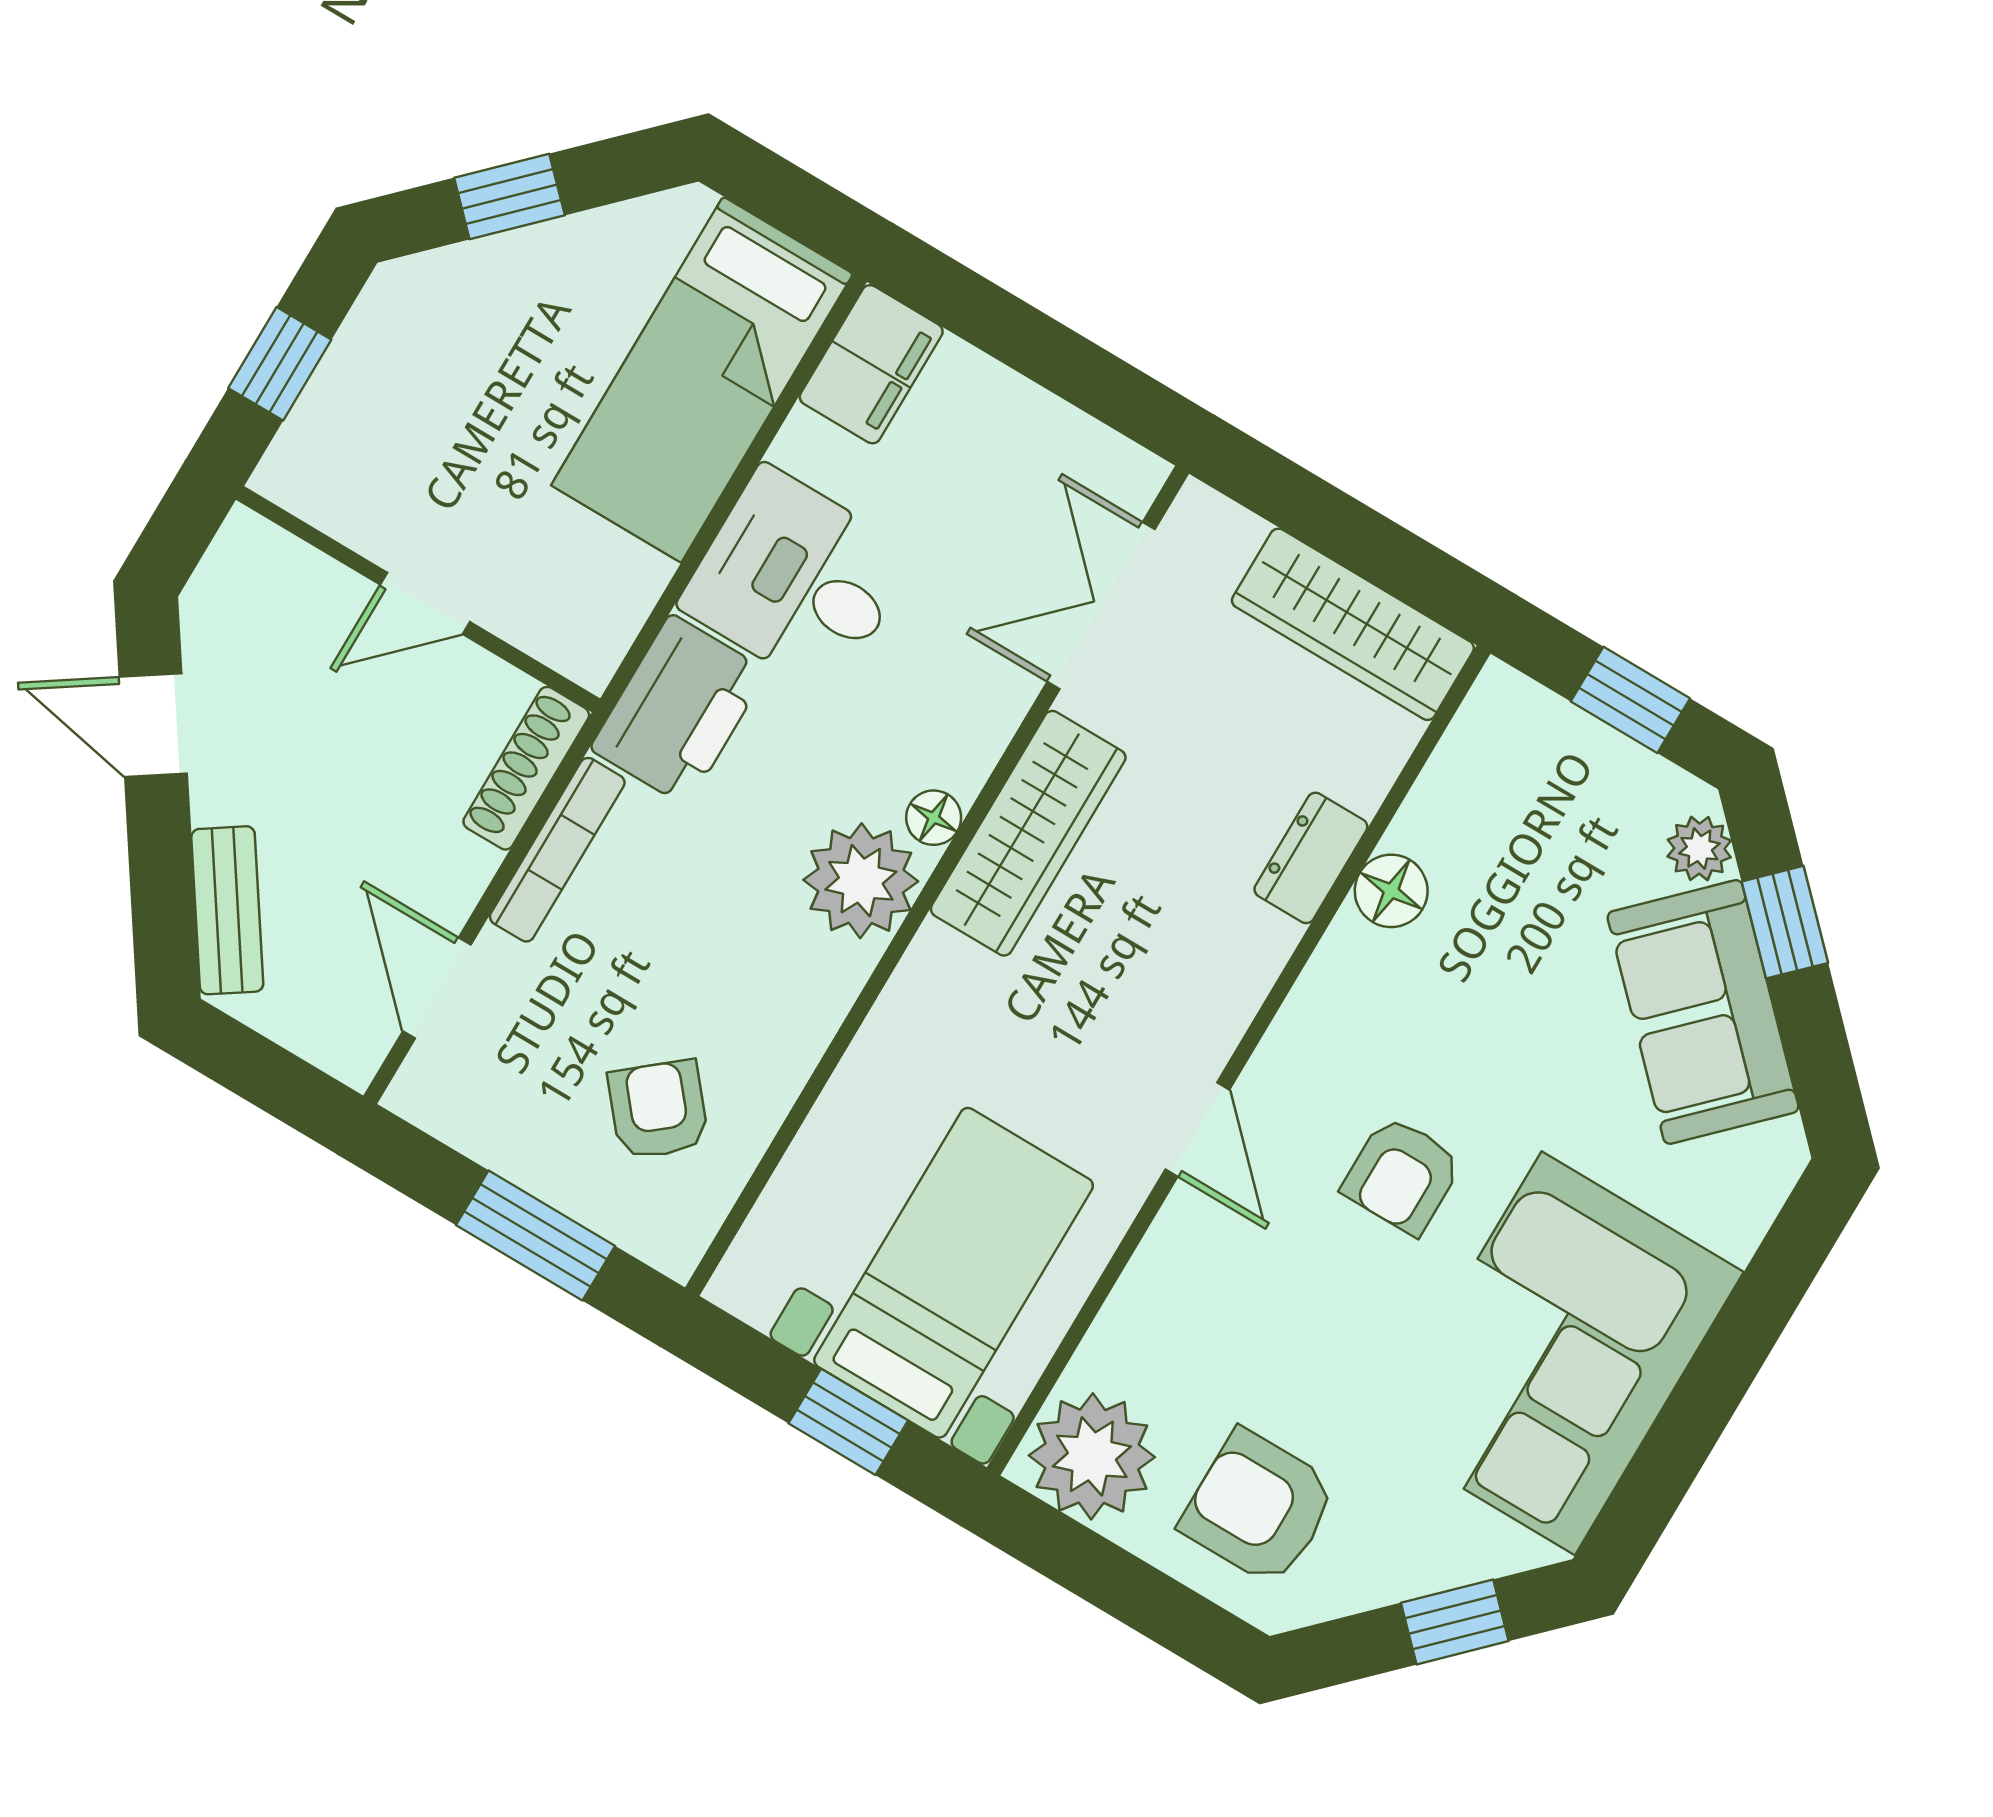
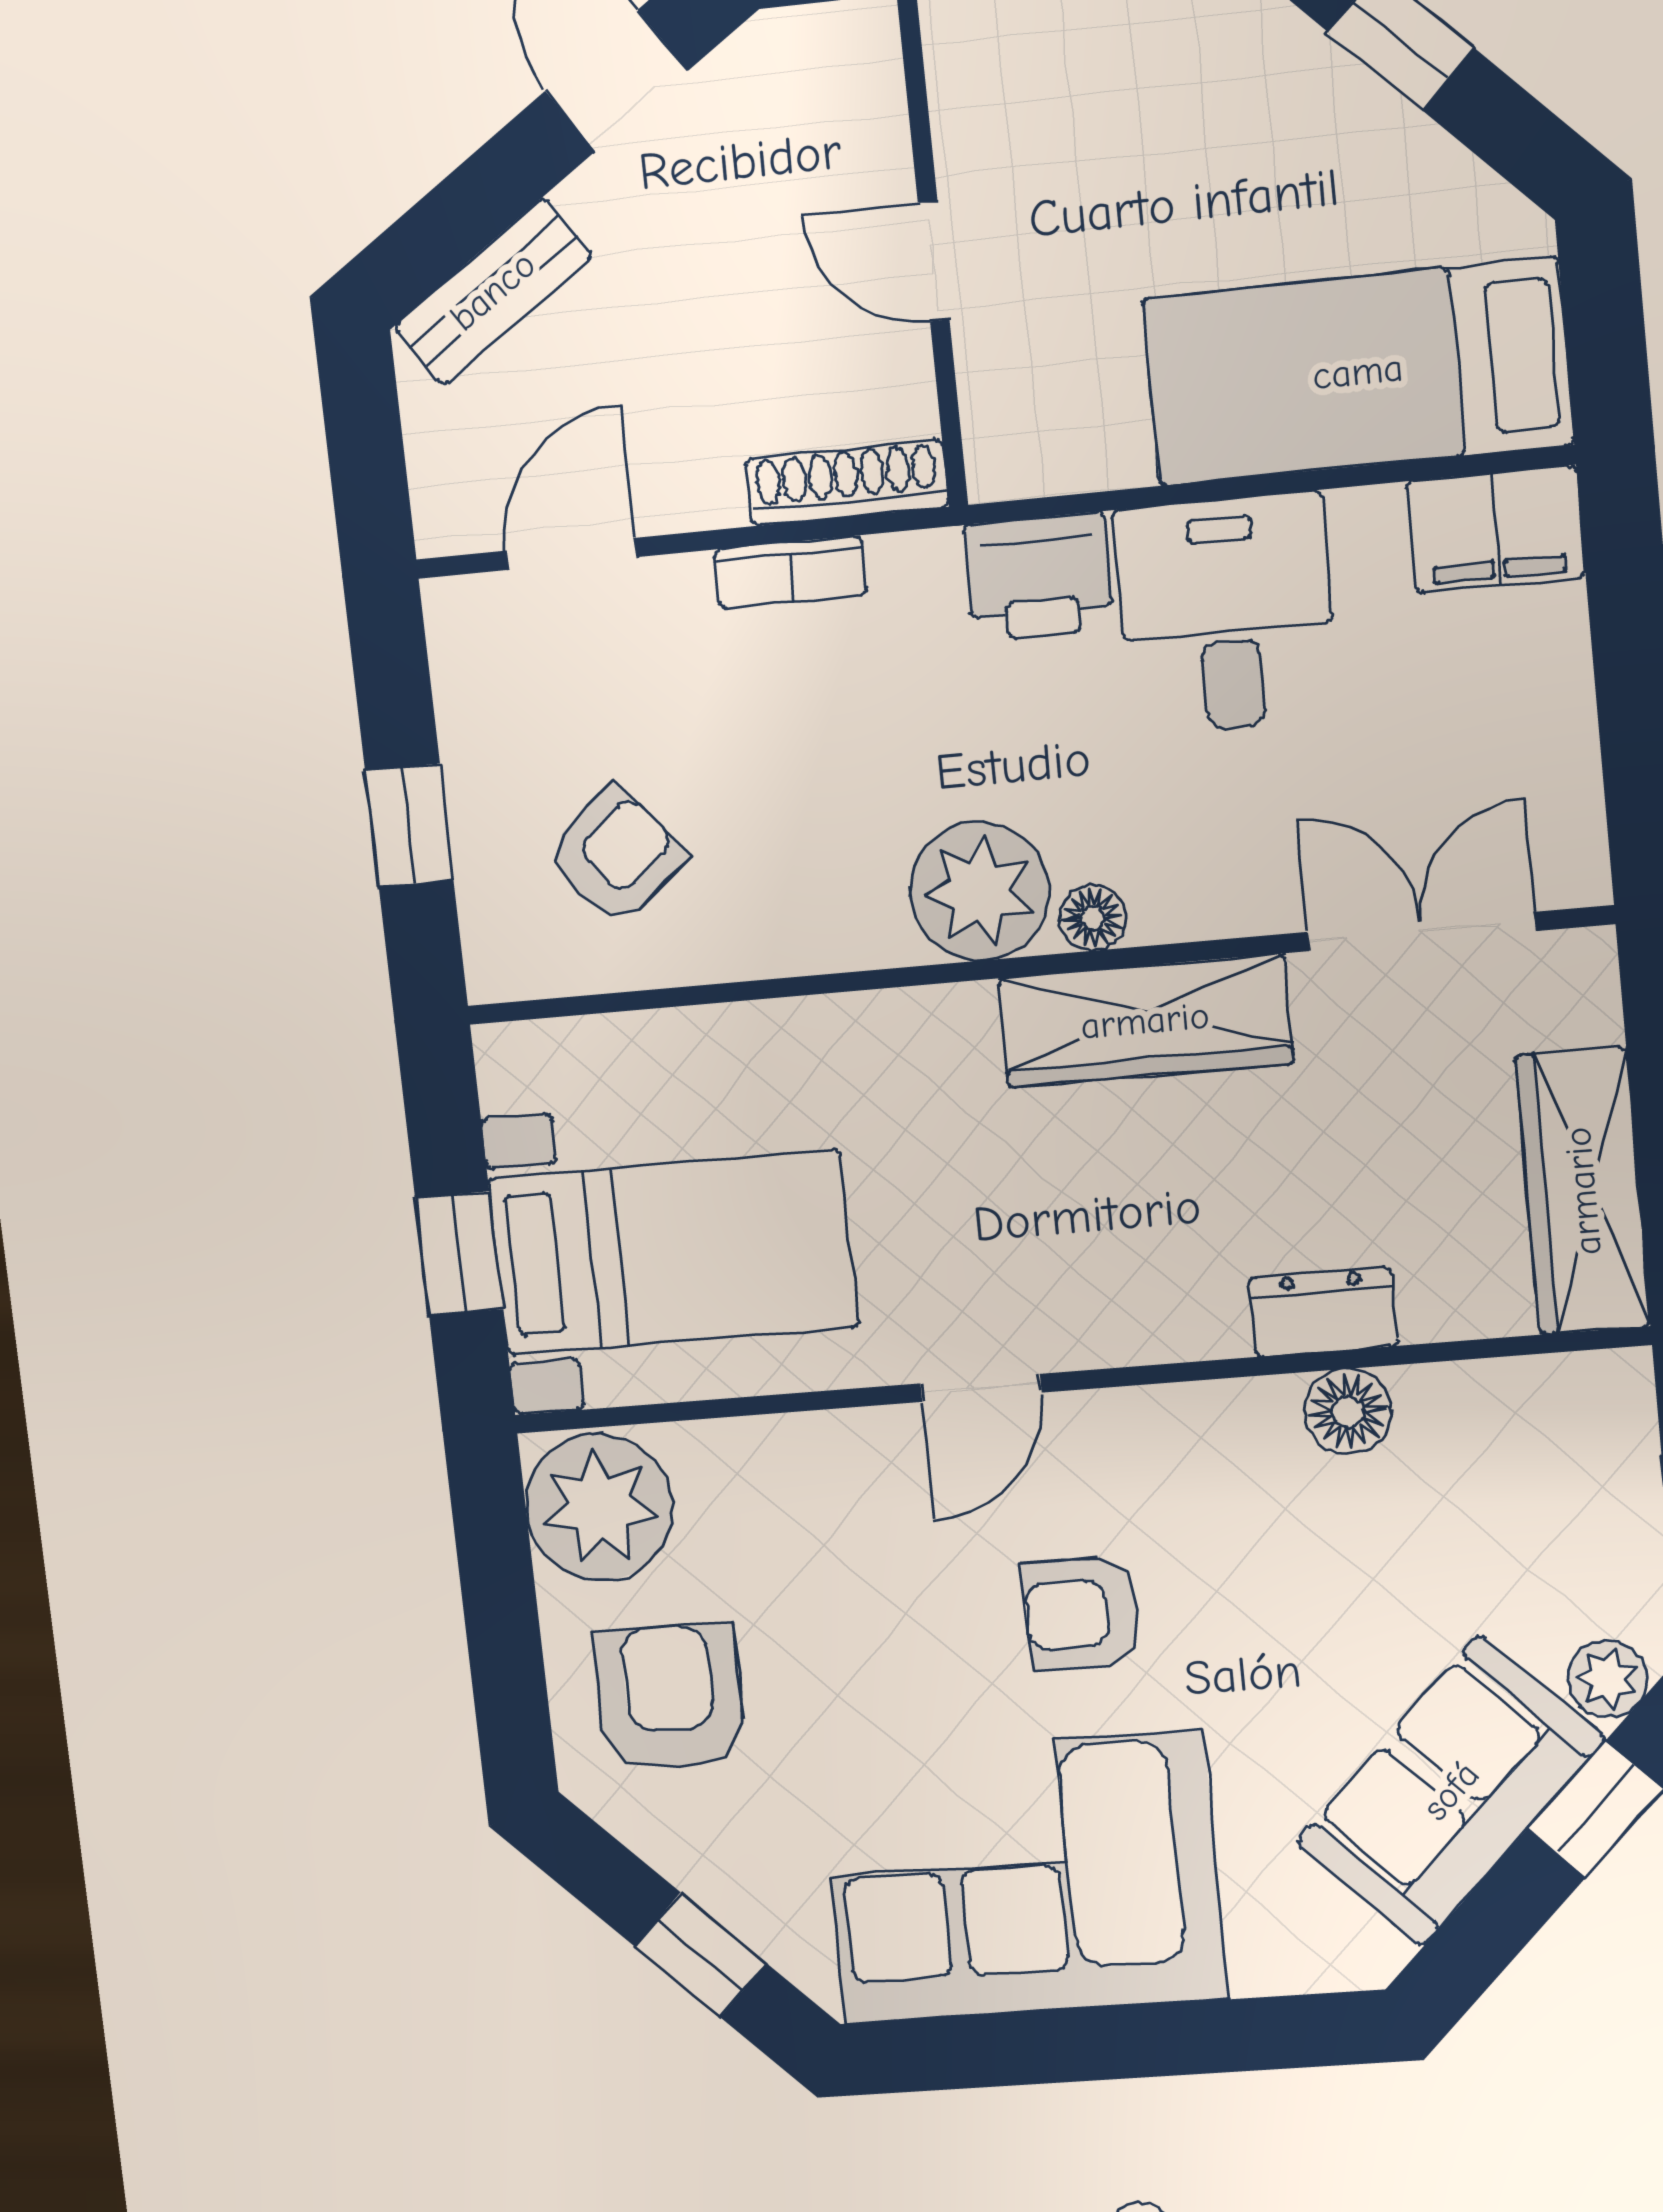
printer: (679, 710) -> (1039, 577), width x0.73, depth x0.84
bookcase: (557, 850) -> (791, 572), width x0.64
window: (535, 1235) -> (409, 825), width x0.67

